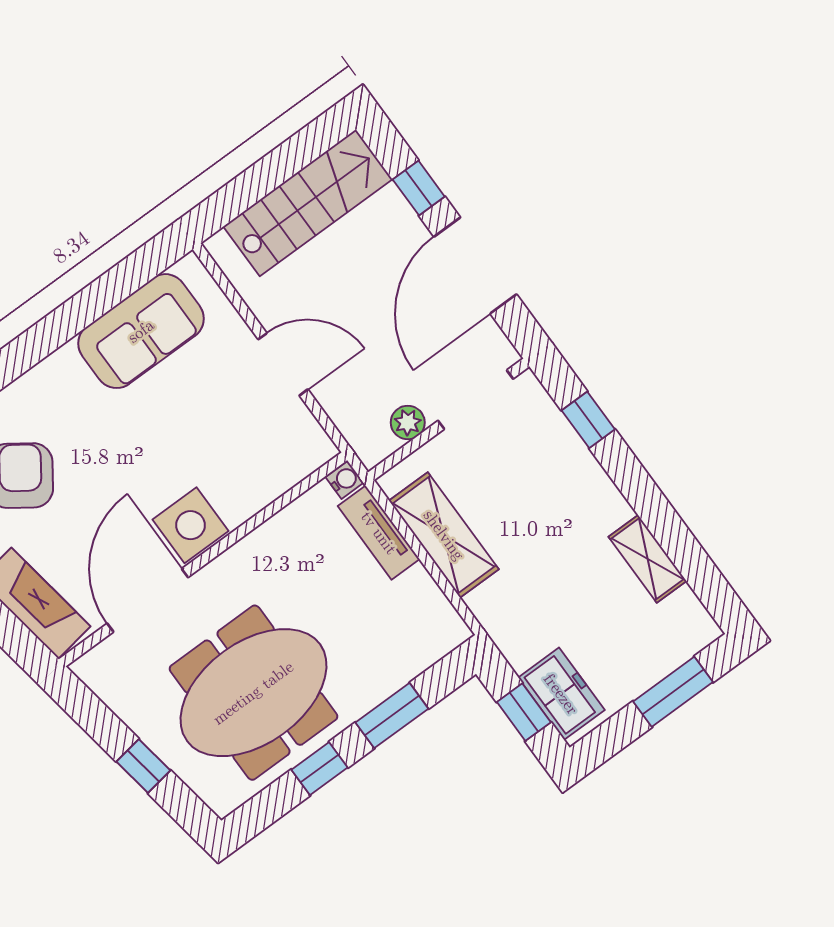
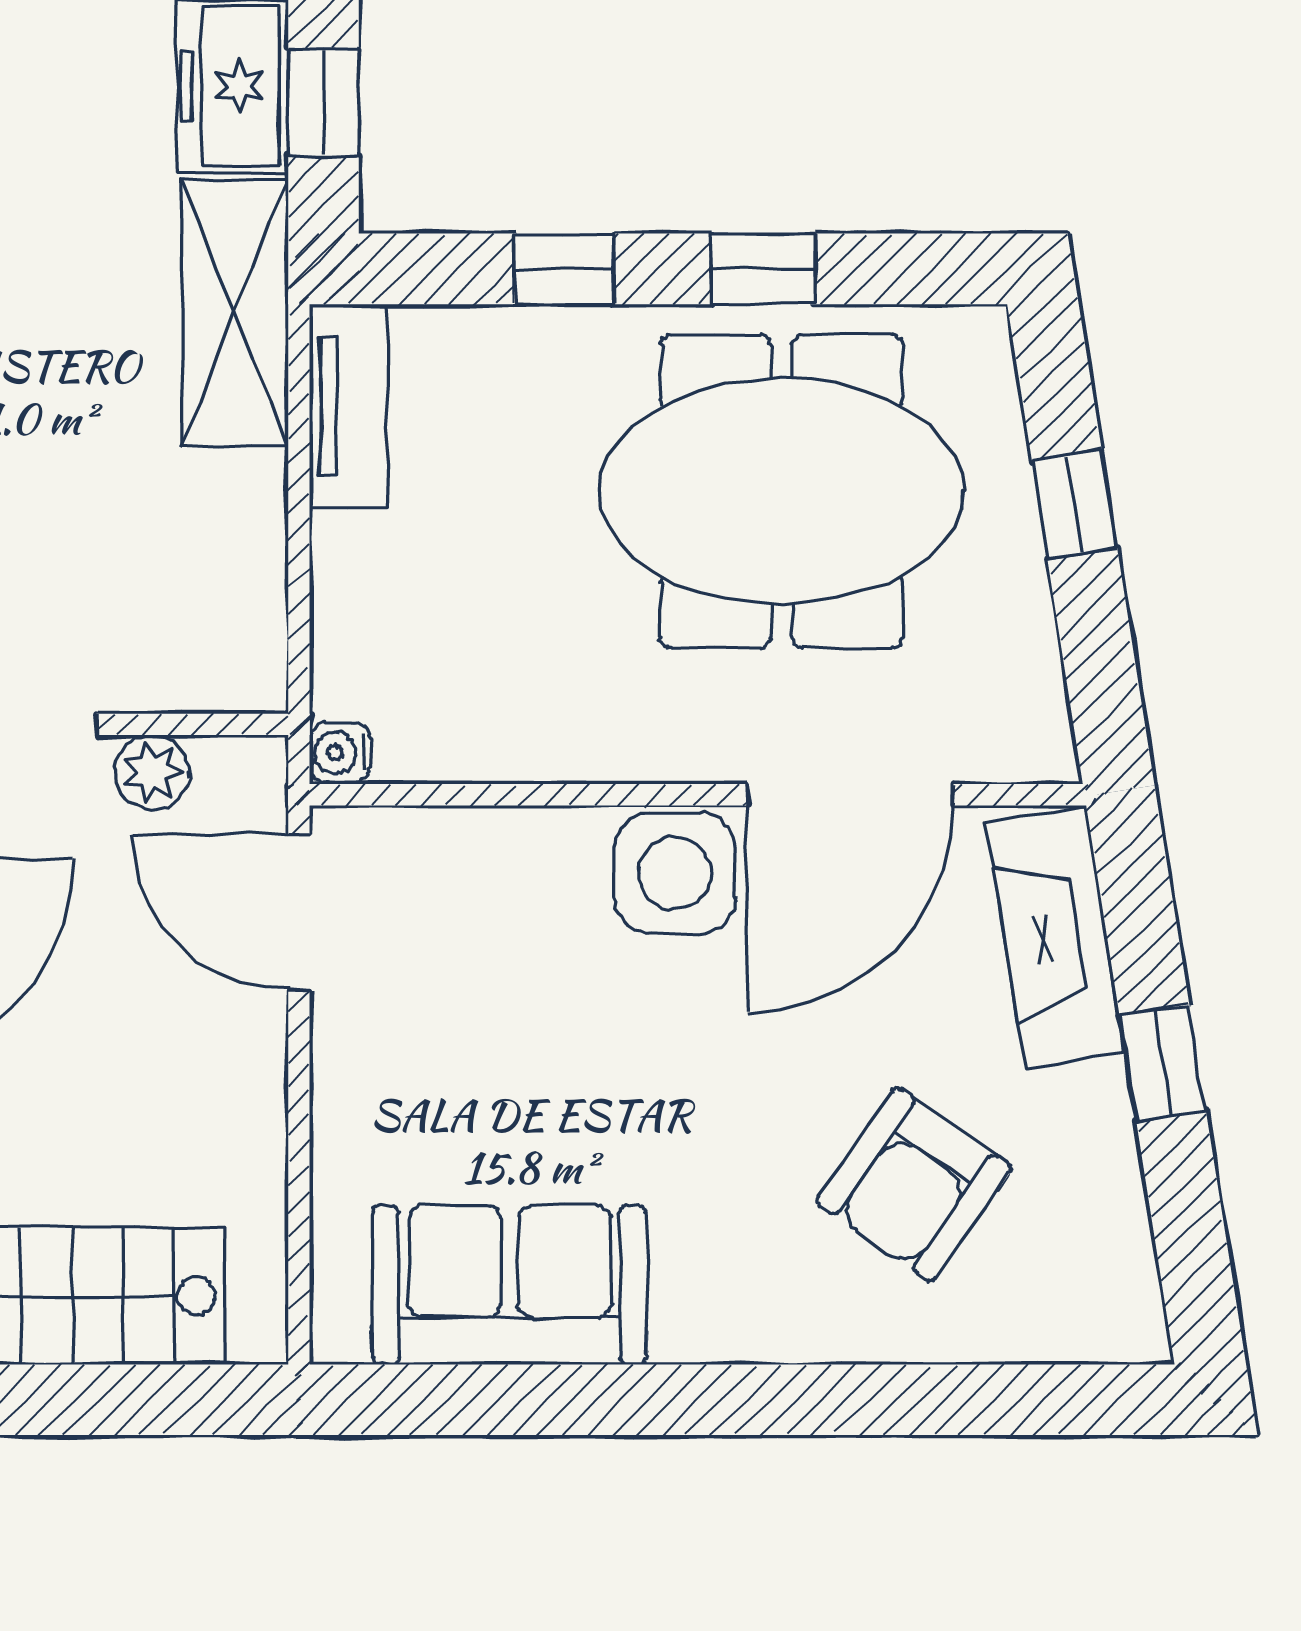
door: (283, 364) -> (299, 912), moved
tv unit: (379, 533) -> (348, 406), moved
shelving: (444, 535) -> (235, 313), moved
window: (392, 716) -> (564, 269), width x0.67

